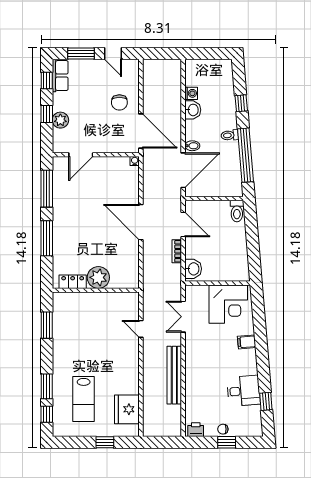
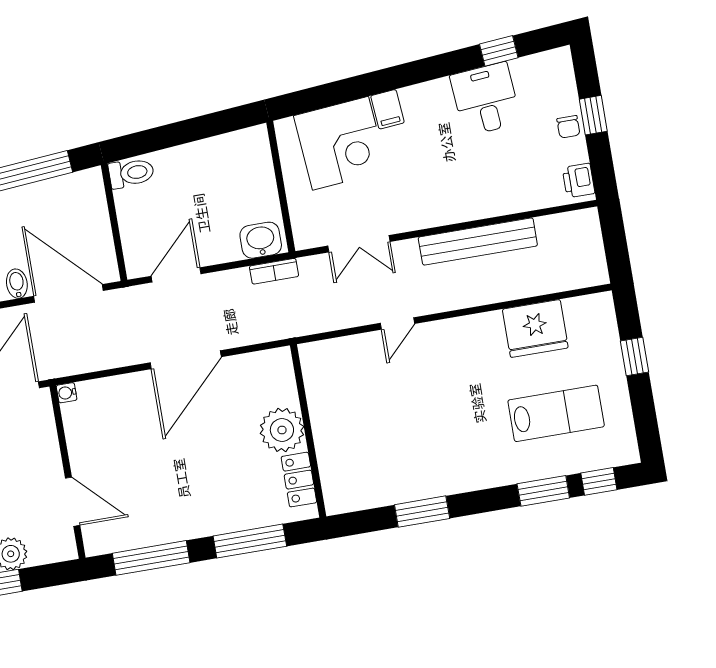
bookcase: (177, 251) -> (274, 271), moved
plant: (98, 277) -> (282, 430), moved
locker: (73, 282) -> (299, 480), moved
wall: (96, 290) -> (308, 431), moved
corner desk: (228, 304) -> (340, 143), moved, turned 85
fridge: (127, 409) -> (535, 328), moved

